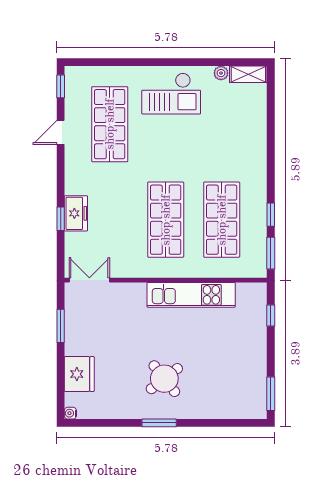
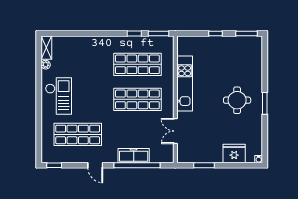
door: (61, 132) -> (95, 165), moved
freezer: (76, 213) -> (134, 156), width x1.40
window: (61, 219) -> (137, 165), width x3.17
double door: (89, 280) -> (175, 131), moved
window: (271, 315) -> (215, 34), moved
round table: (164, 379) -> (237, 100), turned 38

